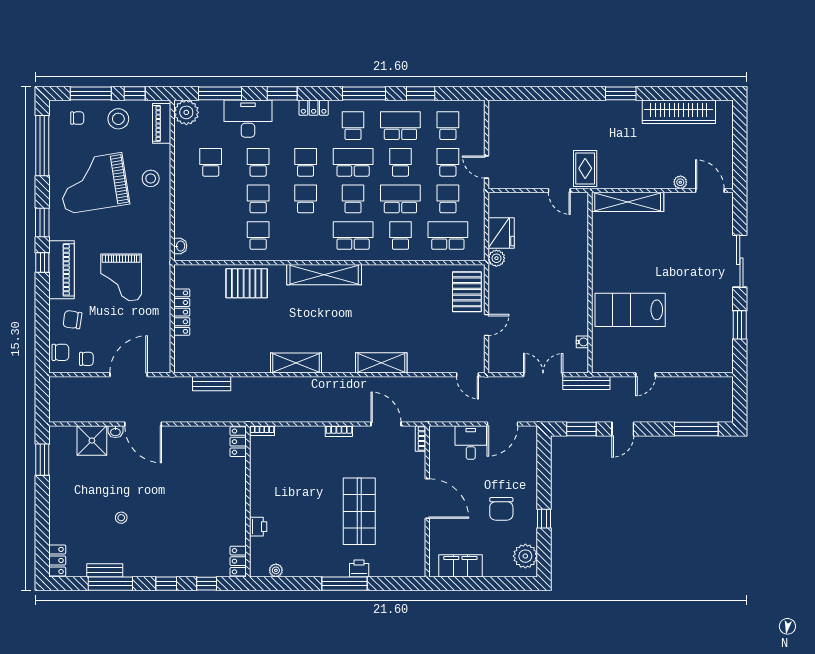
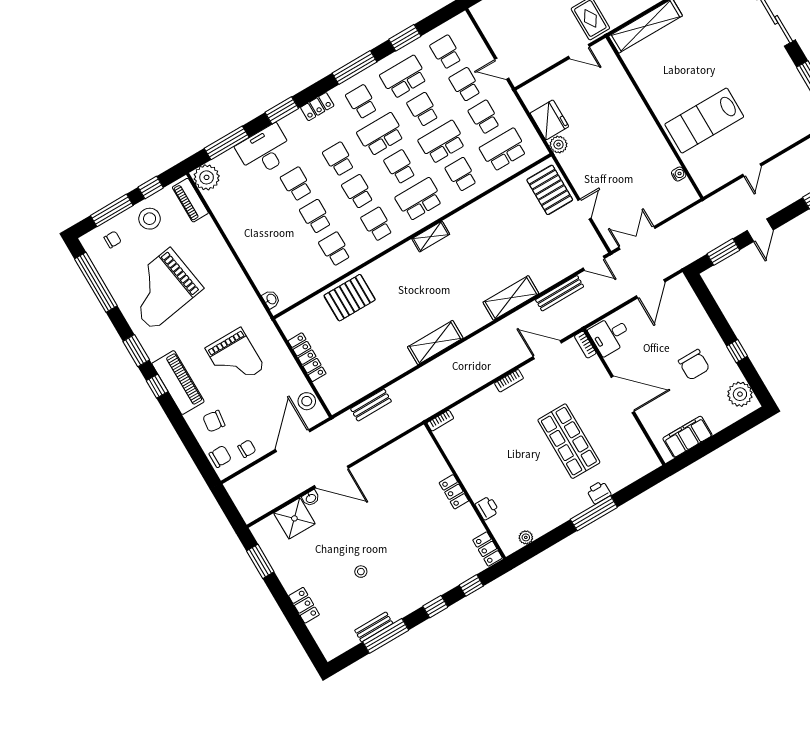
school desk: (211, 162) -> (377, 224), moved
stool: (151, 178) -> (307, 401), moved
shelving: (324, 275) -> (431, 236), width x0.45, depth x0.75
double door: (543, 375) -> (637, 238), moved
bench: (586, 383) -> (560, 293), moved
locker: (238, 442) -> (454, 492), moved
desk: (471, 443) -> (610, 335), moved, turned -90
locker: (57, 560) -> (304, 605), moved

